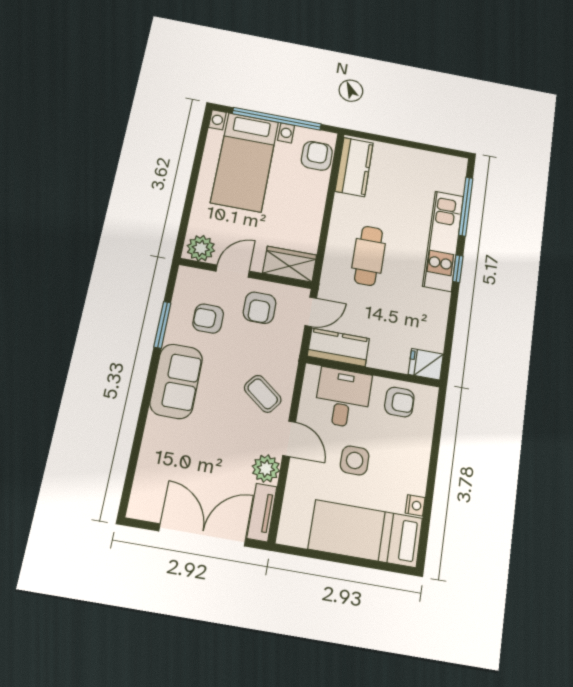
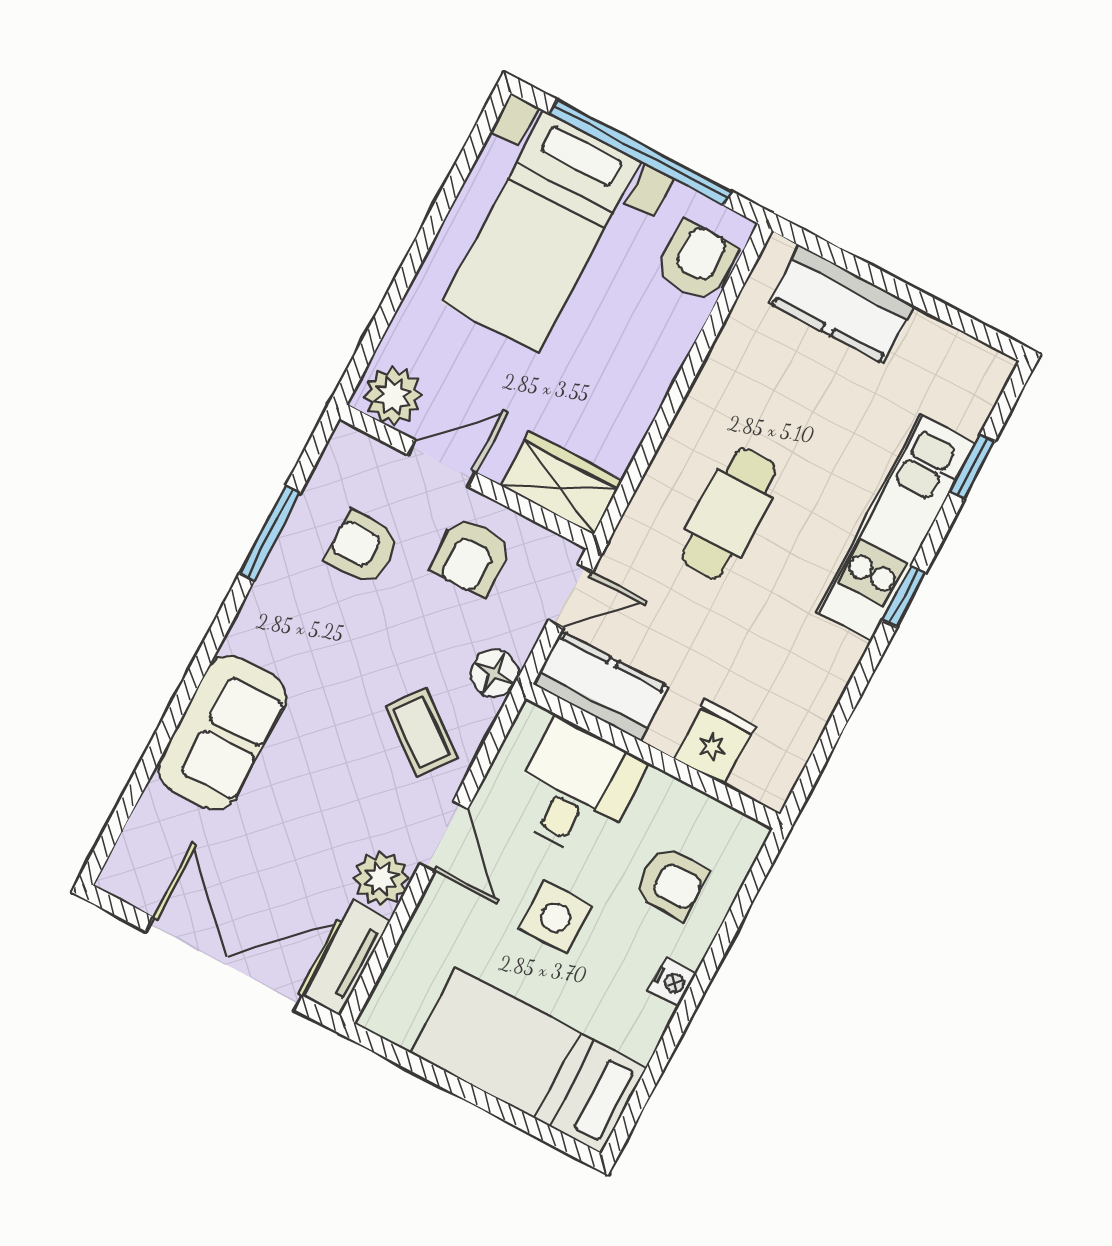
kitchen counter: (354, 167) -> (842, 304), moved, turned 90
window: (466, 206) -> (972, 467), width x0.46
floor lamp: (288, 357) -> (494, 673), added
fridge: (426, 364) -> (715, 742), moved, turned 90
sofa: (176, 381) -> (222, 732), moved
armchair: (399, 402) -> (670, 883), moved
nightstand: (415, 505) -> (672, 982), moved

